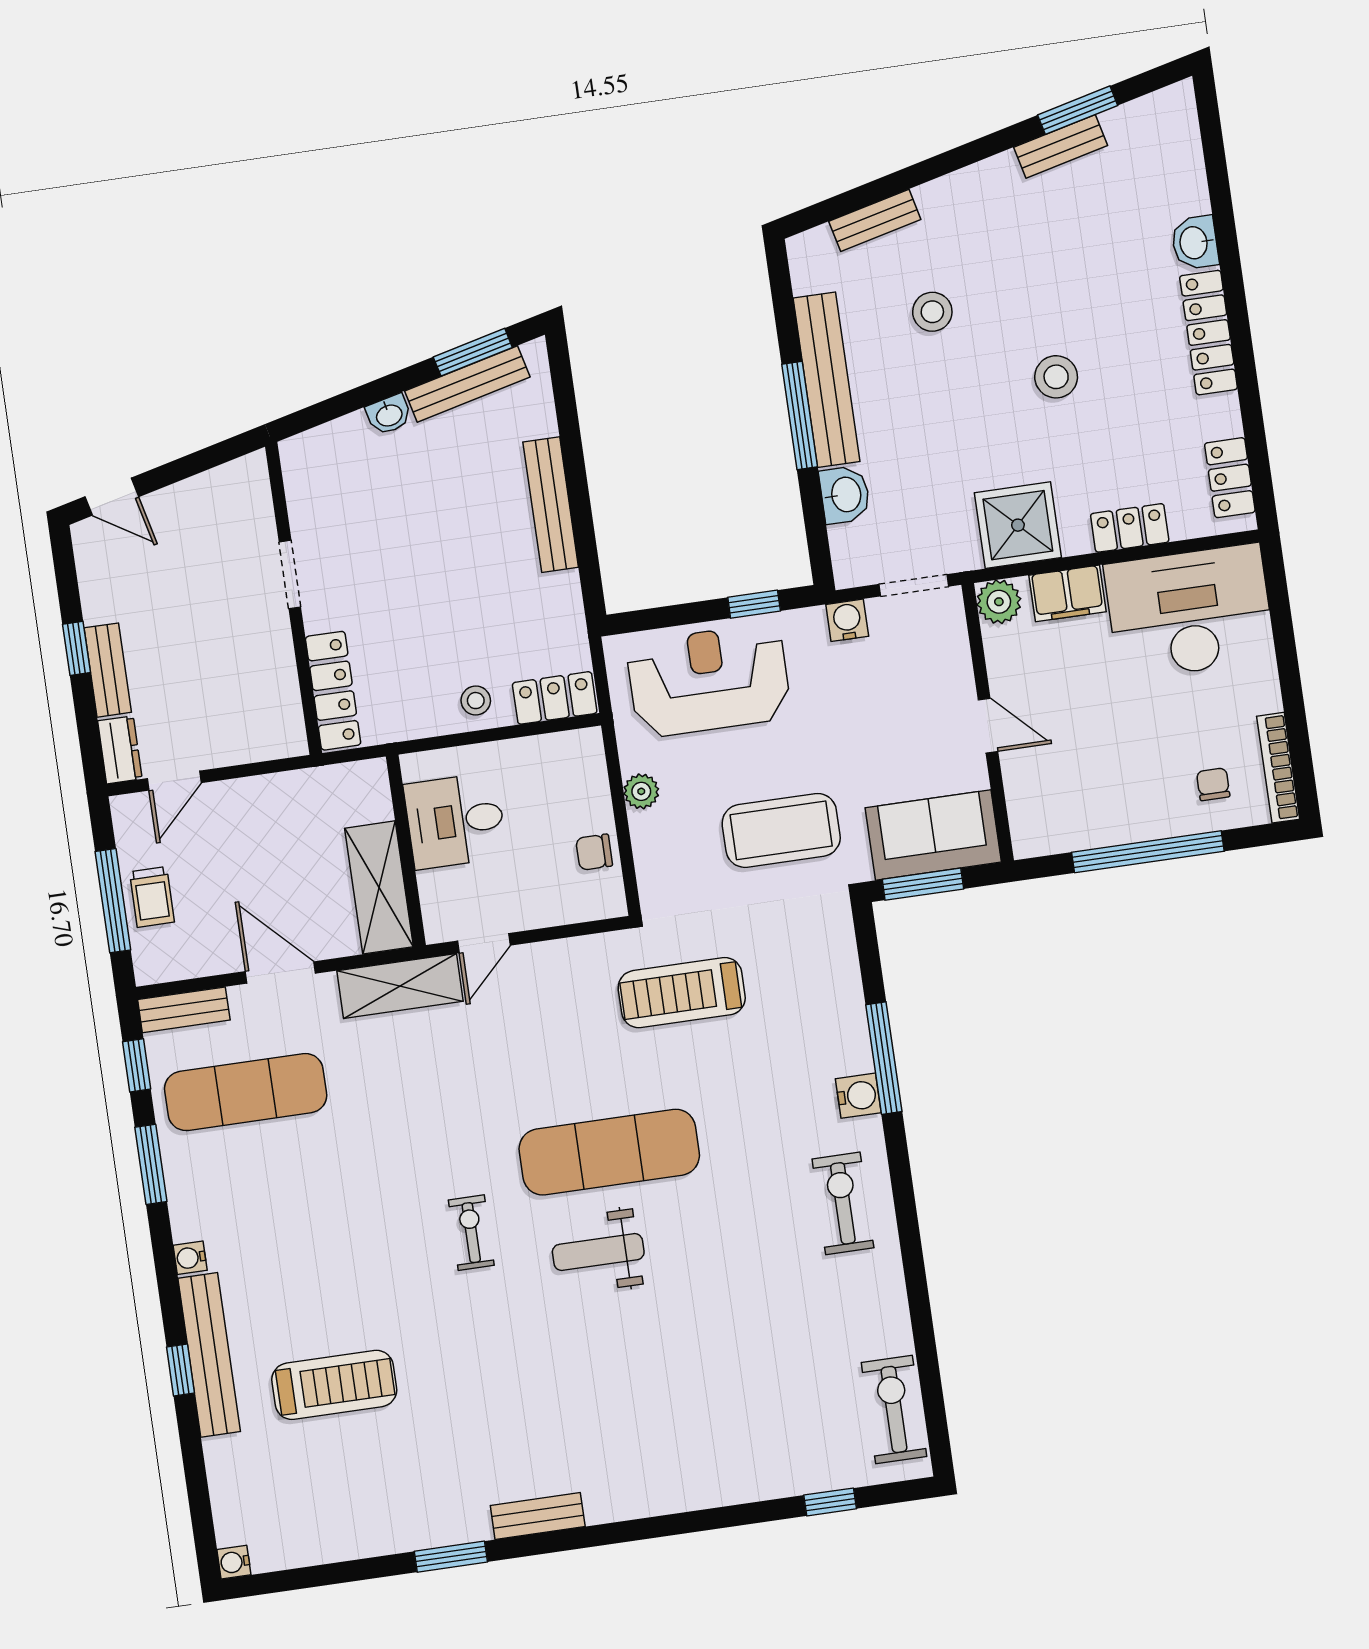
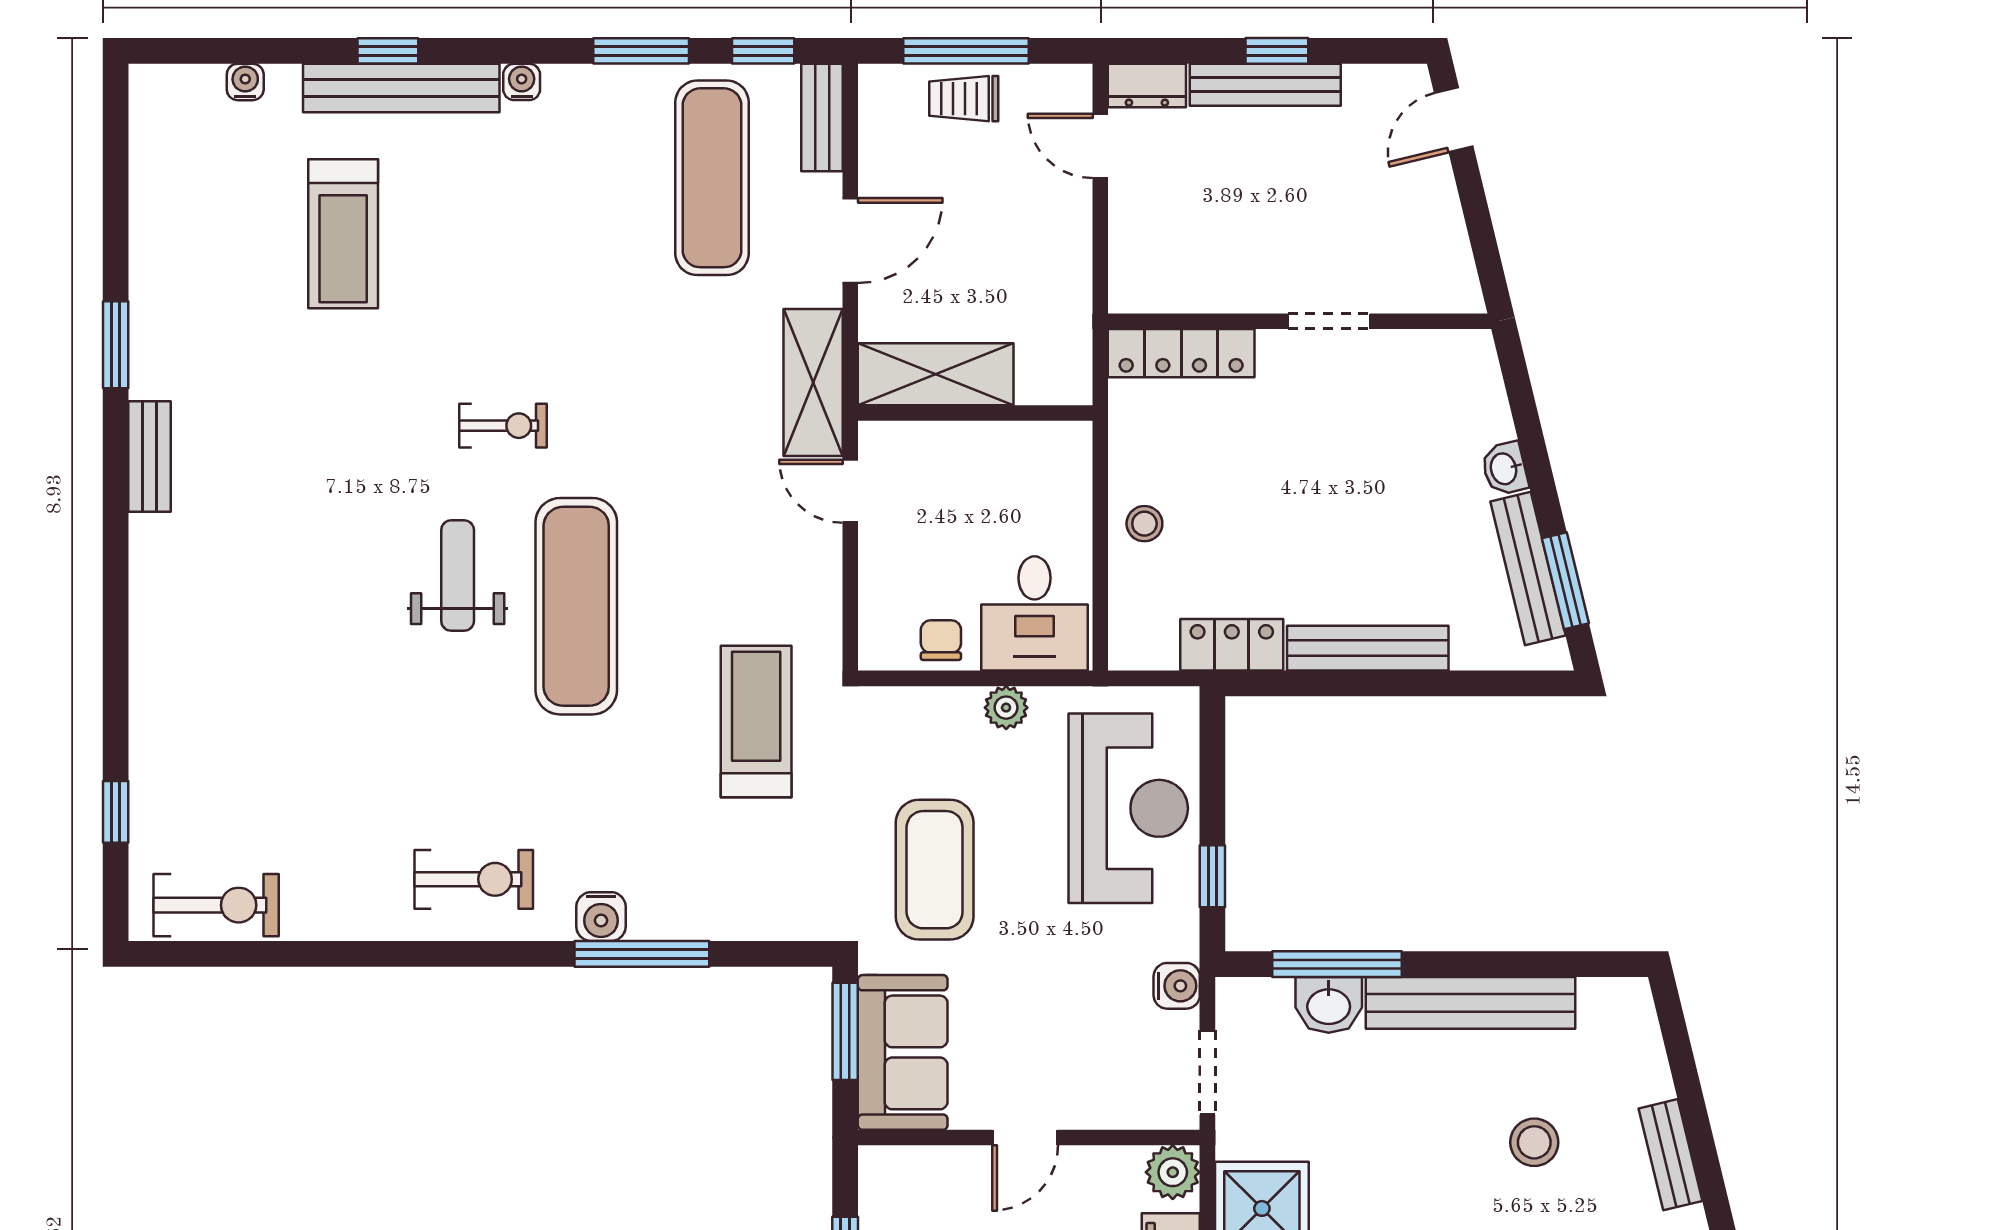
bench: (875, 220) -> (1671, 1155), moved
window: (800, 416) -> (1337, 964), moved
bench: (108, 670) -> (1265, 85), width x1.36
locker: (555, 698) -> (1232, 645), moved, turned -90
desk: (455, 821) -> (1034, 613), moved, turned 180
water cooler: (234, 1562) -> (245, 82), moved

